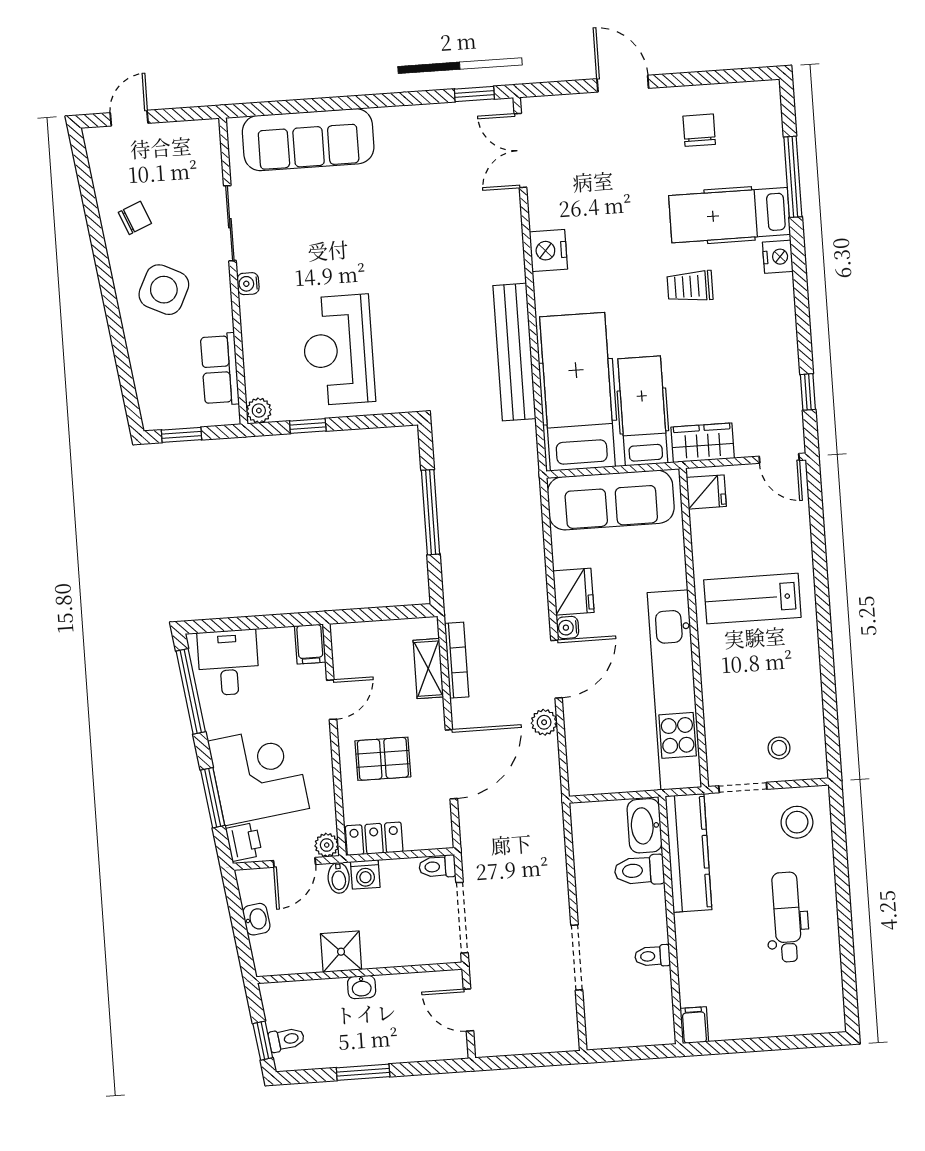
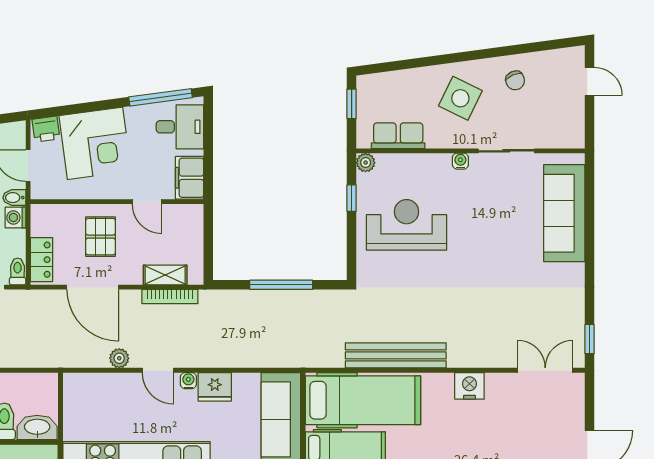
filing cabinet: (310, 644) -> (189, 178), width x2.00
door: (557, 669) -> (158, 370), width x0.73
window: (213, 798) -> (80, 108), removed
locker: (374, 839) -> (42, 260), moved
plant: (327, 845) -> (39, 190), removed

